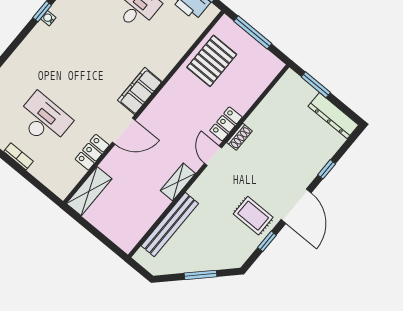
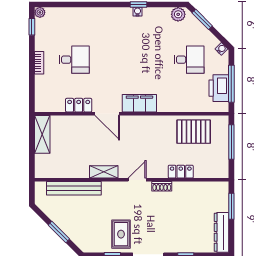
desk: (44, 119) -> (74, 60), width x0.73
locker: (226, 124) -> (181, 172), moved
shelving: (89, 191) -> (42, 134), moved, turned 90

